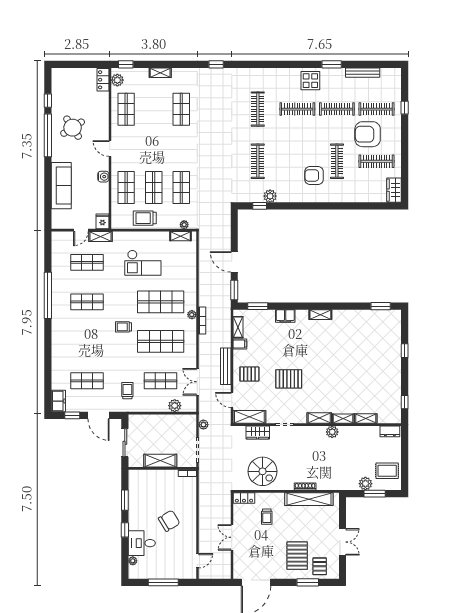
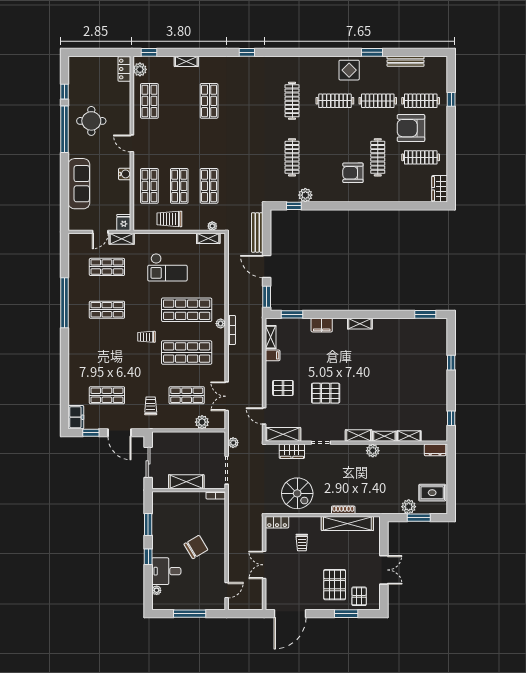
round table: (73, 128) -> (91, 121), turned 33
bench: (226, 366) -> (257, 232), moved

